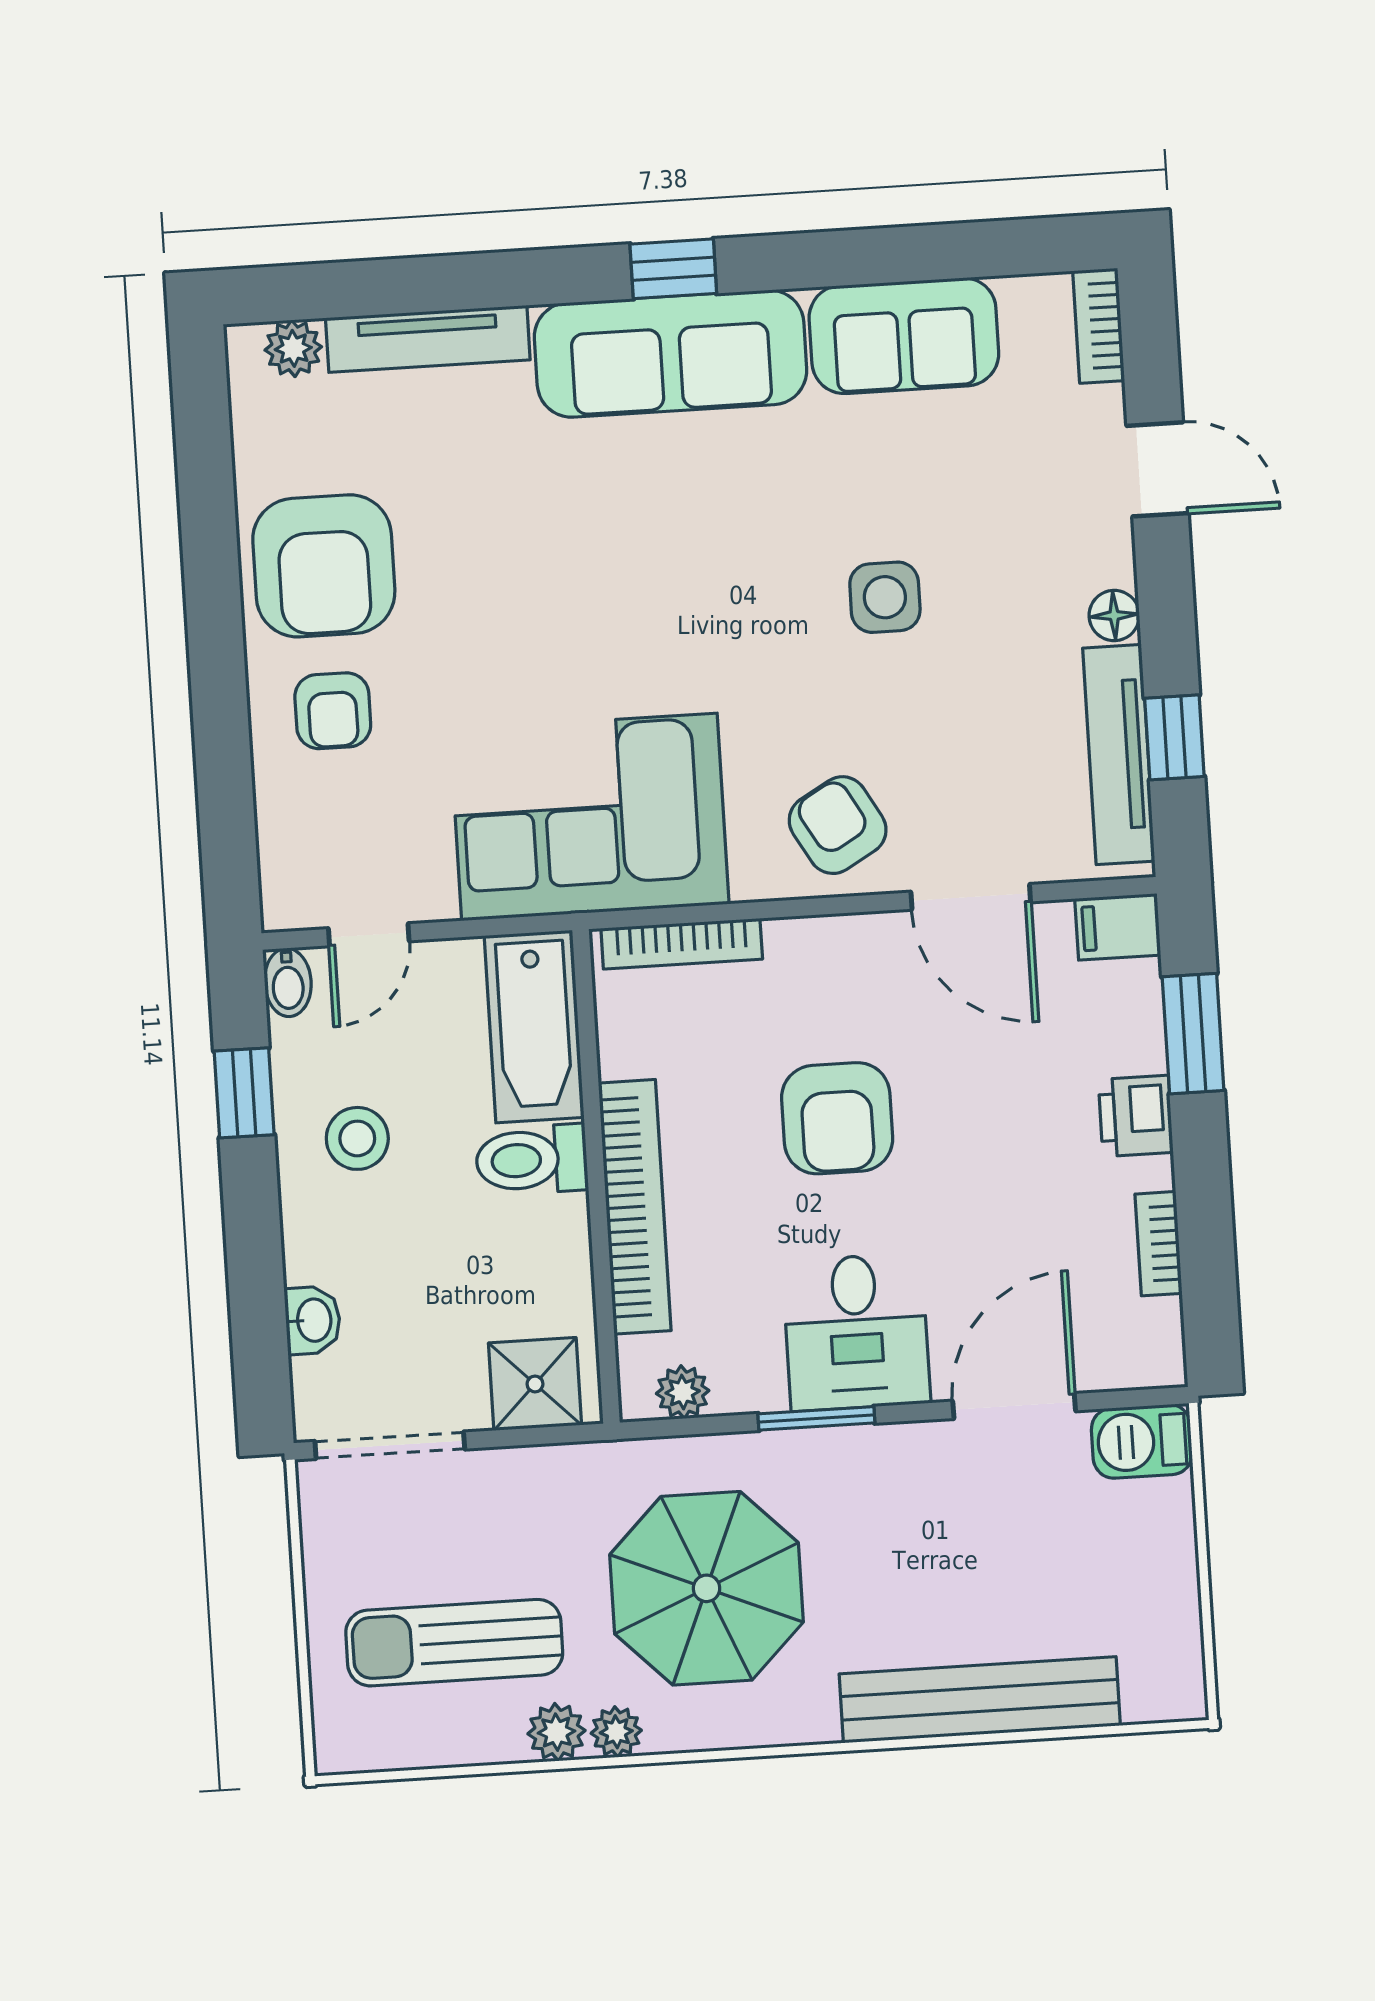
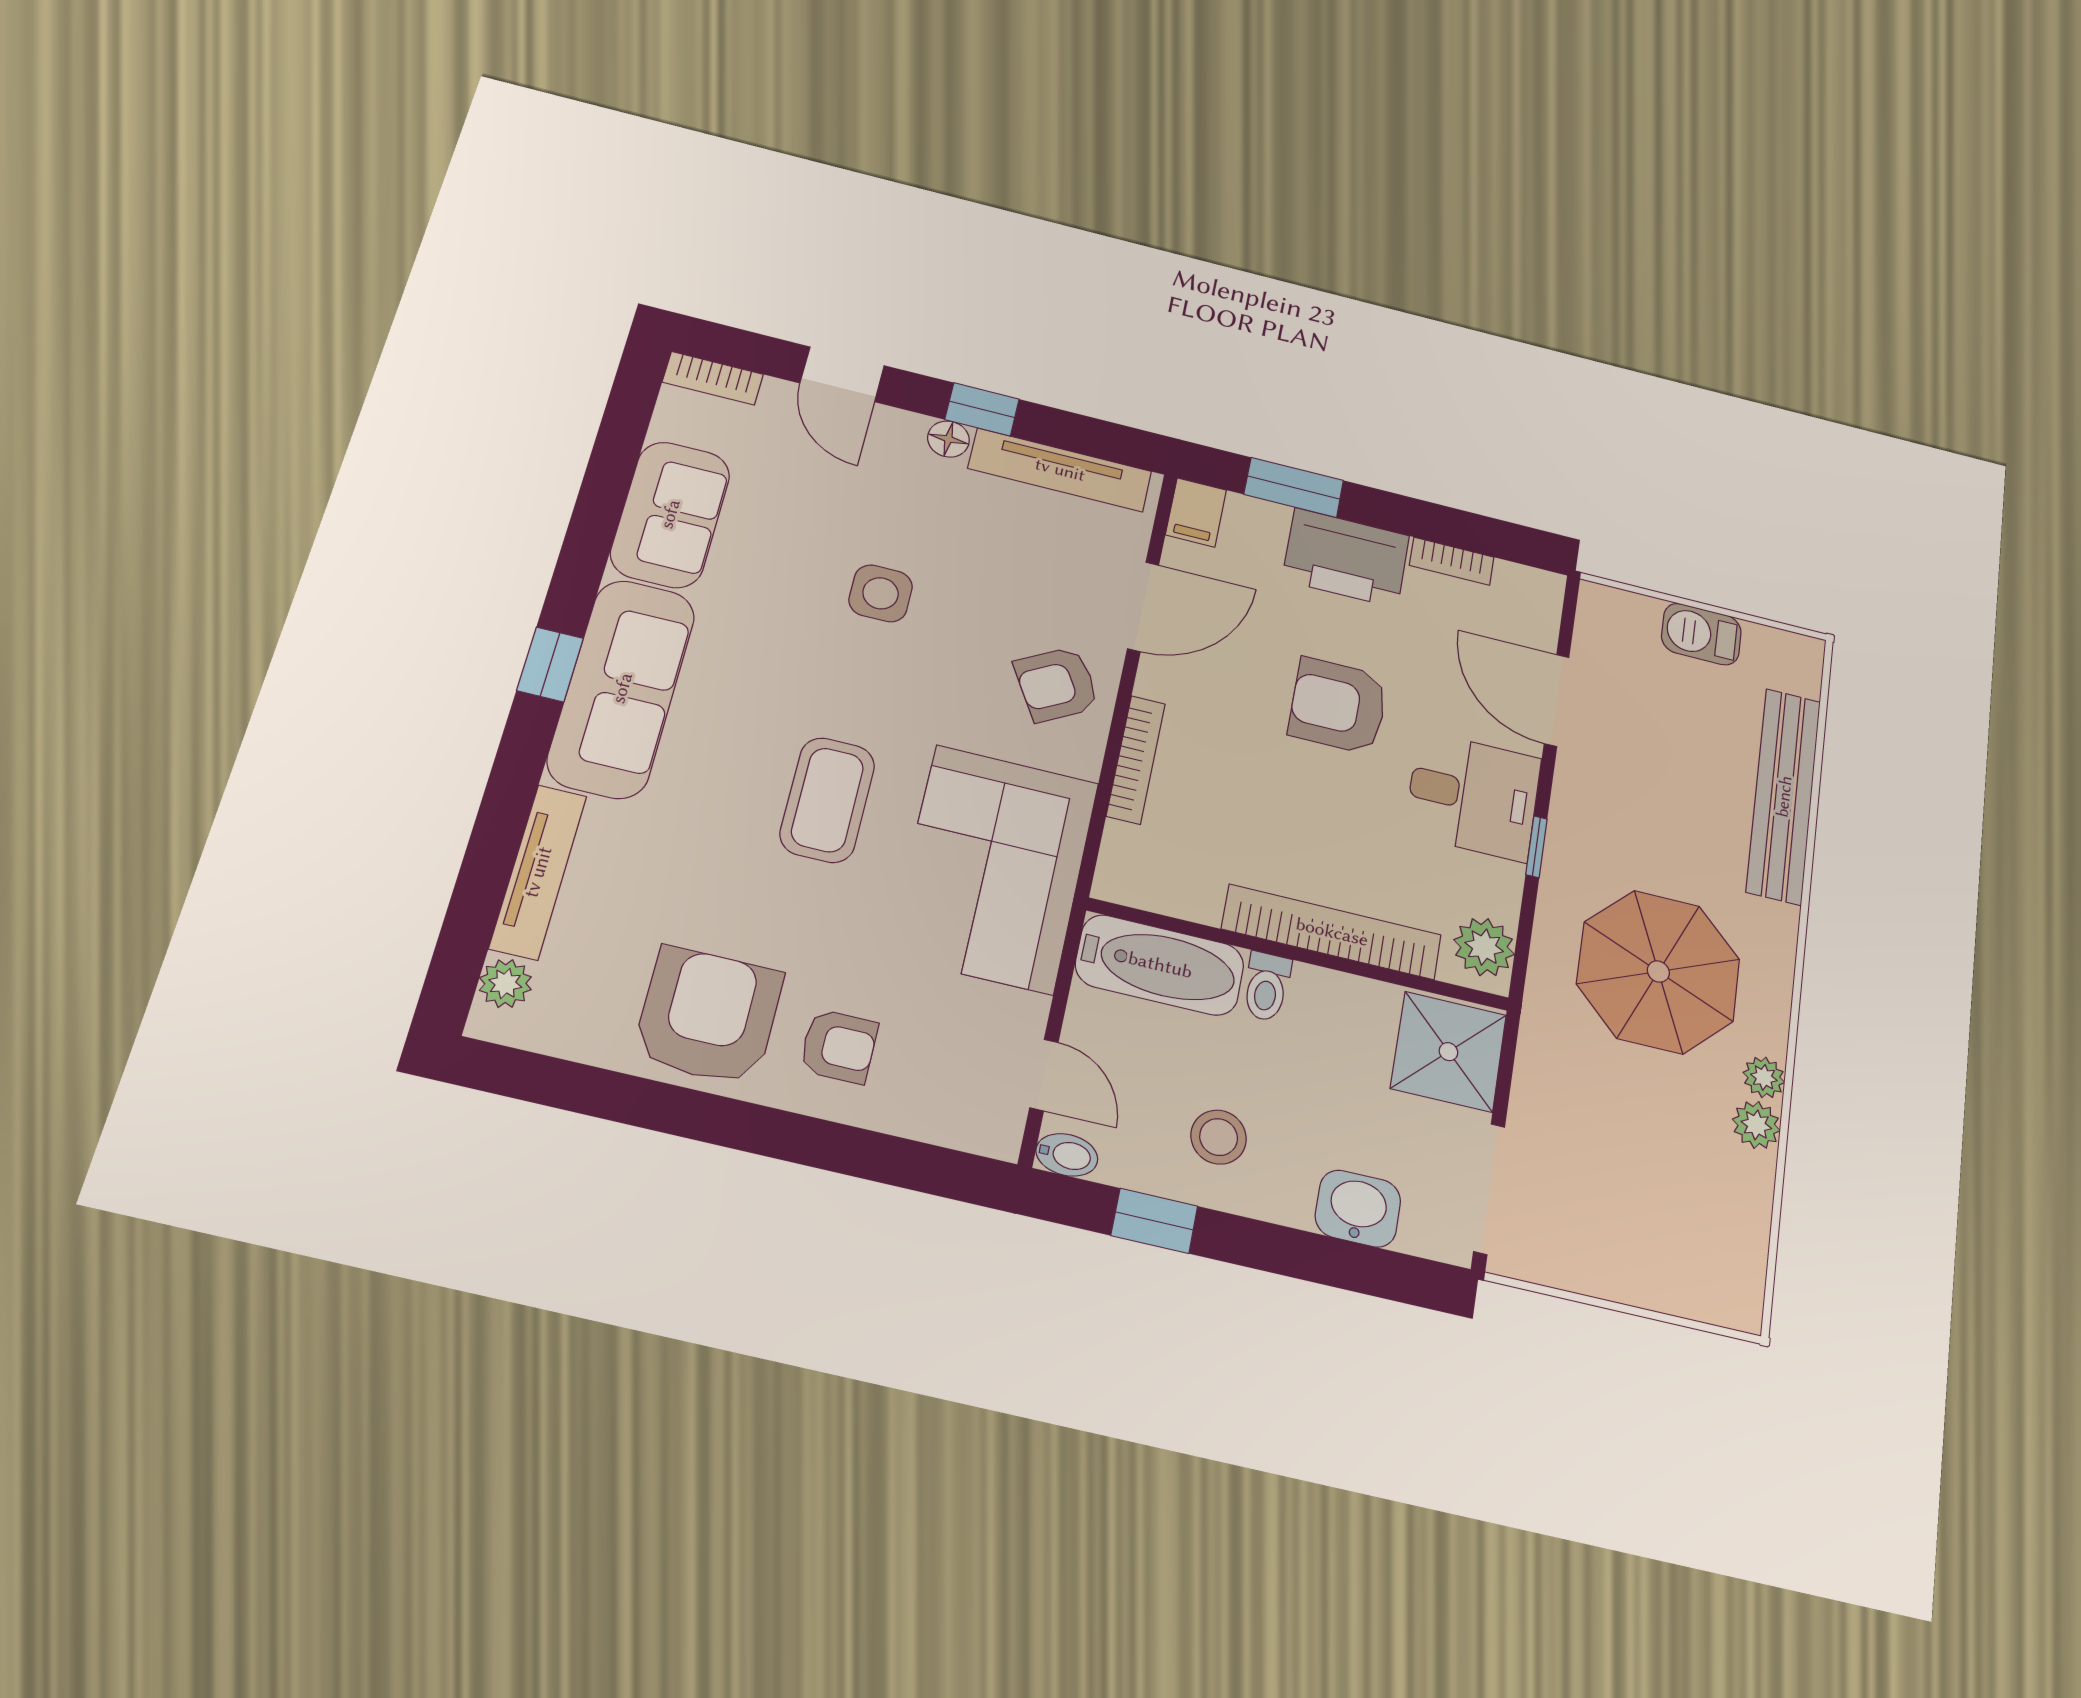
door: (1158, 469) -> (842, 374), swing flipped
armchair: (324, 566) -> (708, 1016), turned -90
coffee table: (611, 614) -> (827, 800), added
window: (1174, 737) -> (982, 409), moved
bookcase: (682, 944) -> (1136, 760), moved
printer: (1136, 1116) -> (1346, 558), width x1.87, depth x1.48
armchair: (837, 1118) -> (1338, 706), moved, turned 180
toilet: (532, 1160) -> (1267, 987), width x0.73, depth x0.72
washbasin: (313, 1320) -> (1358, 1209), width x1.38, depth x1.45
shower: (535, 1384) -> (1449, 1052), width x1.36, depth x1.36
plant: (683, 1392) -> (1484, 947), width x1.38, depth x1.38
window: (816, 1418) -> (1536, 847), width x0.67
barbecue: (1142, 1441) -> (1701, 634), moved, turned 90
sun lounger: (454, 1643) -> (1667, 1186), removed

